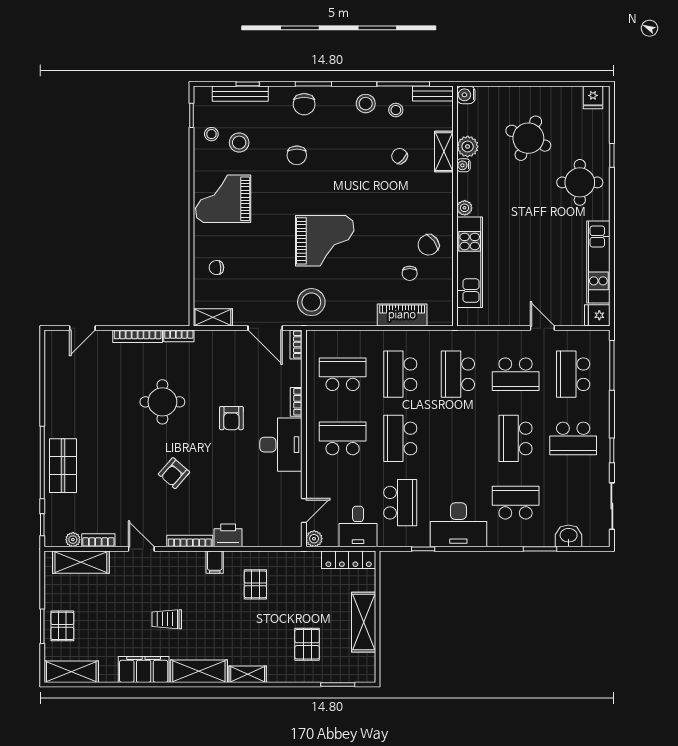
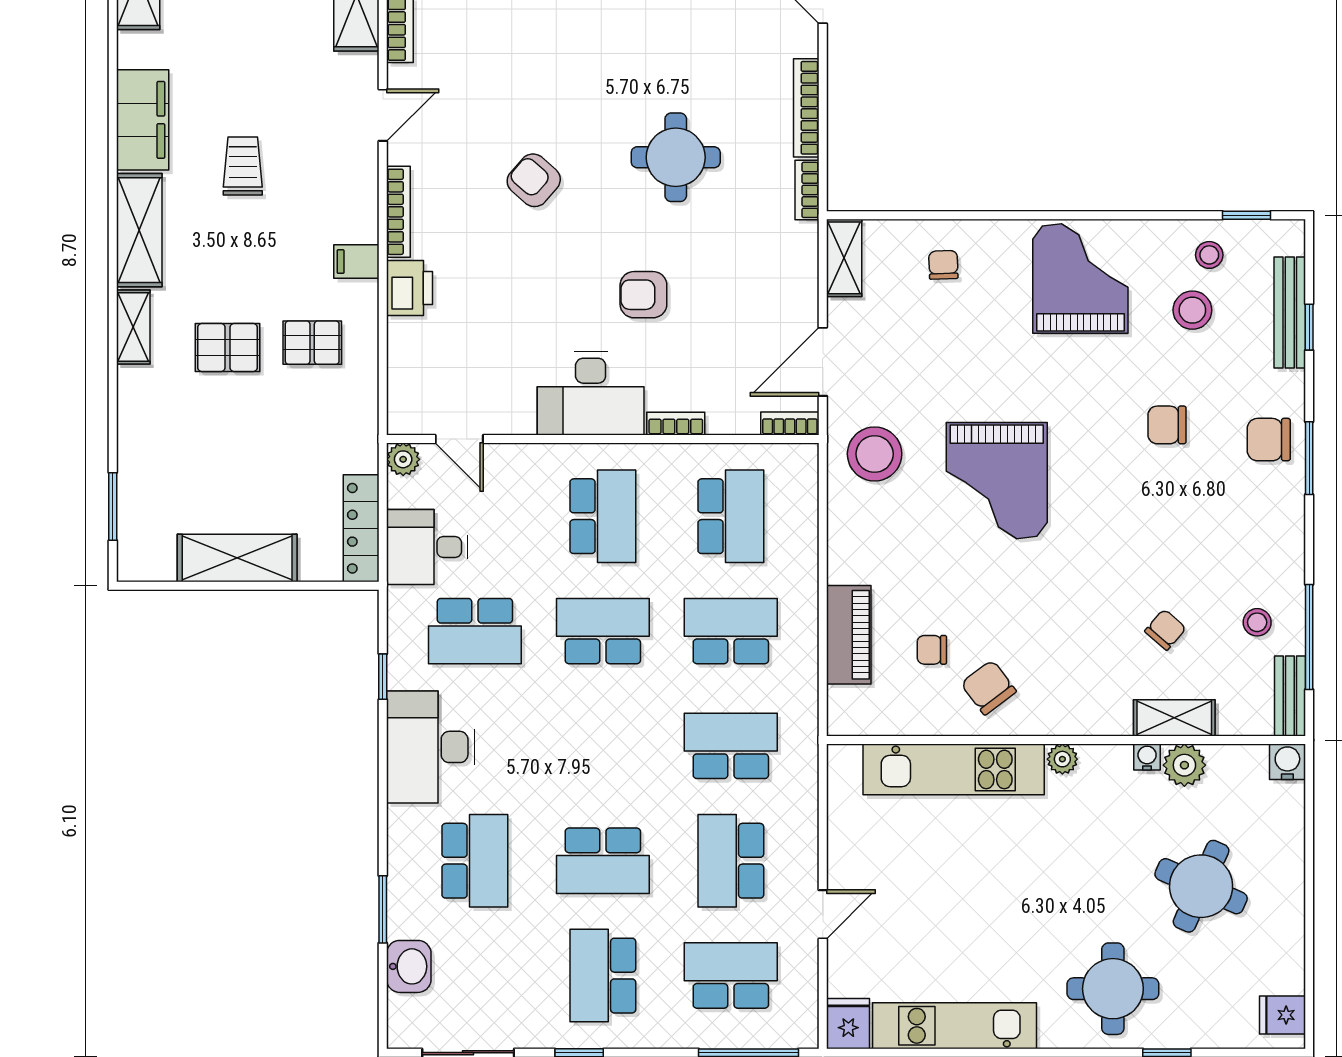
stool: (366, 104) -> (1270, 562), removed
school desk: (516, 438) -> (603, 861), turned 180
pallet: (307, 644) -> (228, 347), moved

